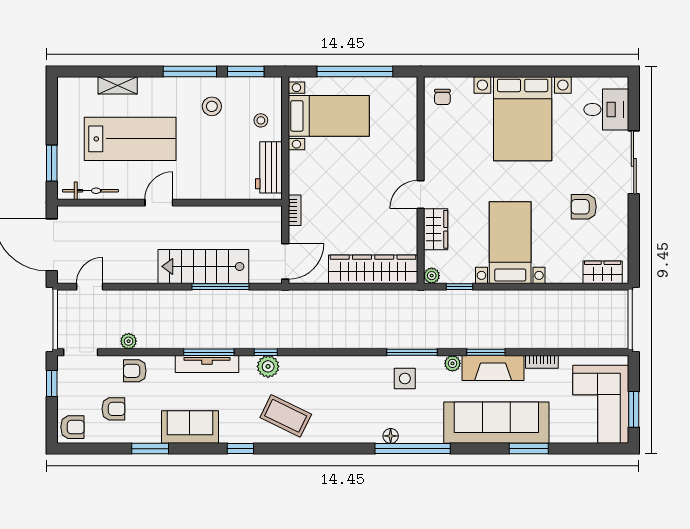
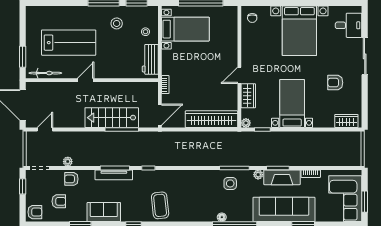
shelving: (118, 85) -> (61, 11), removed
plant: (268, 366) -> (150, 176), removed
coffee table: (286, 416) -> (160, 205), turned 58

